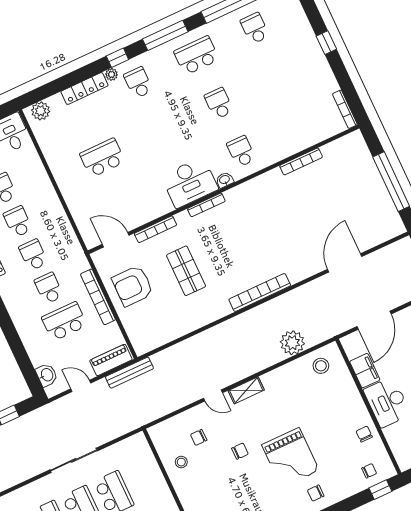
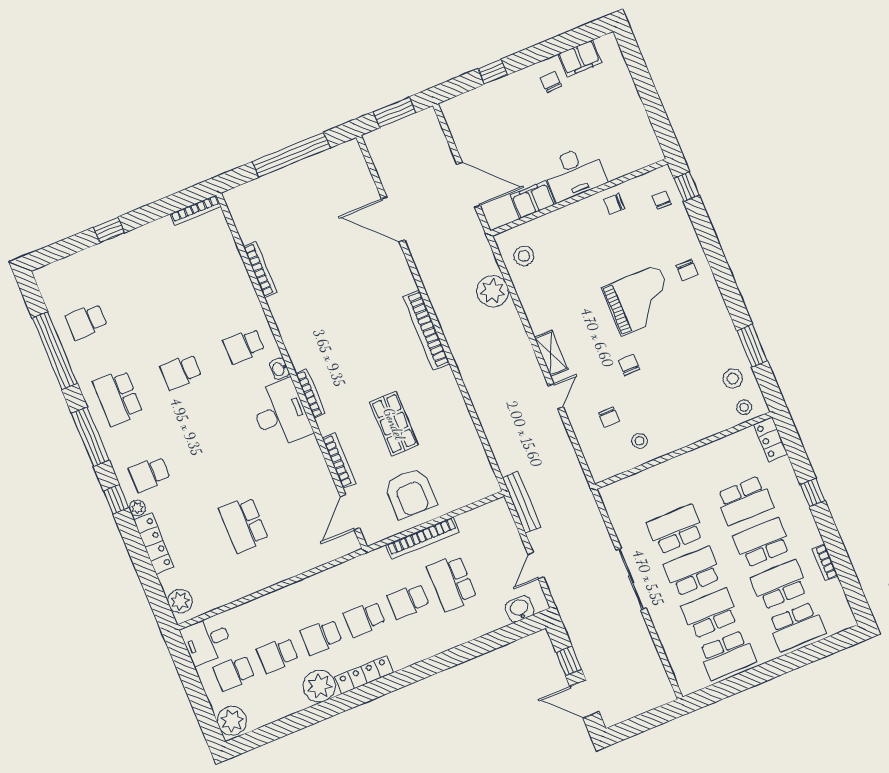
shop shelf: (186, 271) -> (394, 424), turned 90
piano: (111, 360) -> (504, 525), removed

